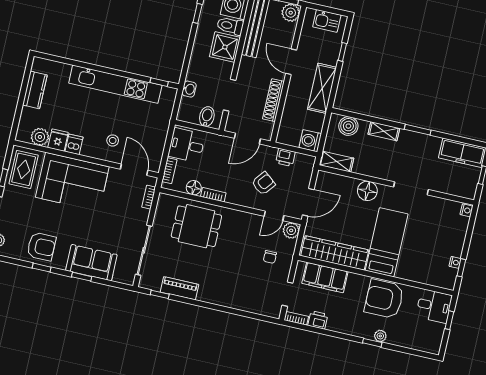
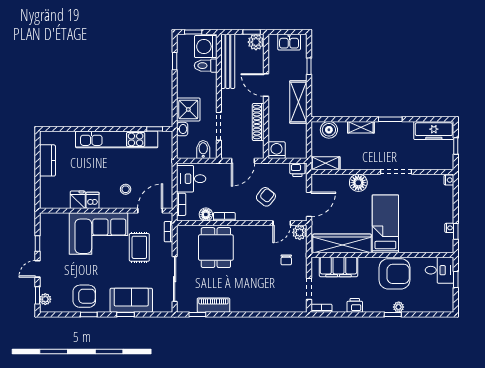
shower: (225, 47) -> (188, 109), moved
plant: (40, 137) -> (61, 201), removed
washing machine: (310, 141) -> (277, 150), moved, turned 90
printer: (285, 157) -> (297, 170), moved
rug: (24, 169) -> (139, 247), moved
door: (134, 170) -> (150, 211), hinge flipped
dining table: (196, 226) -> (216, 248), turned 90
armchair: (384, 299) -> (394, 274), turned 180
printer: (318, 320) -> (355, 305), moved

